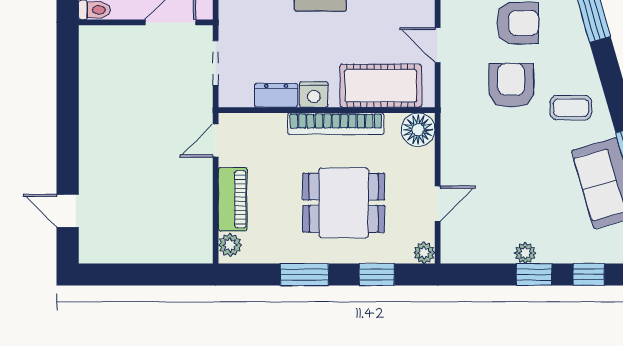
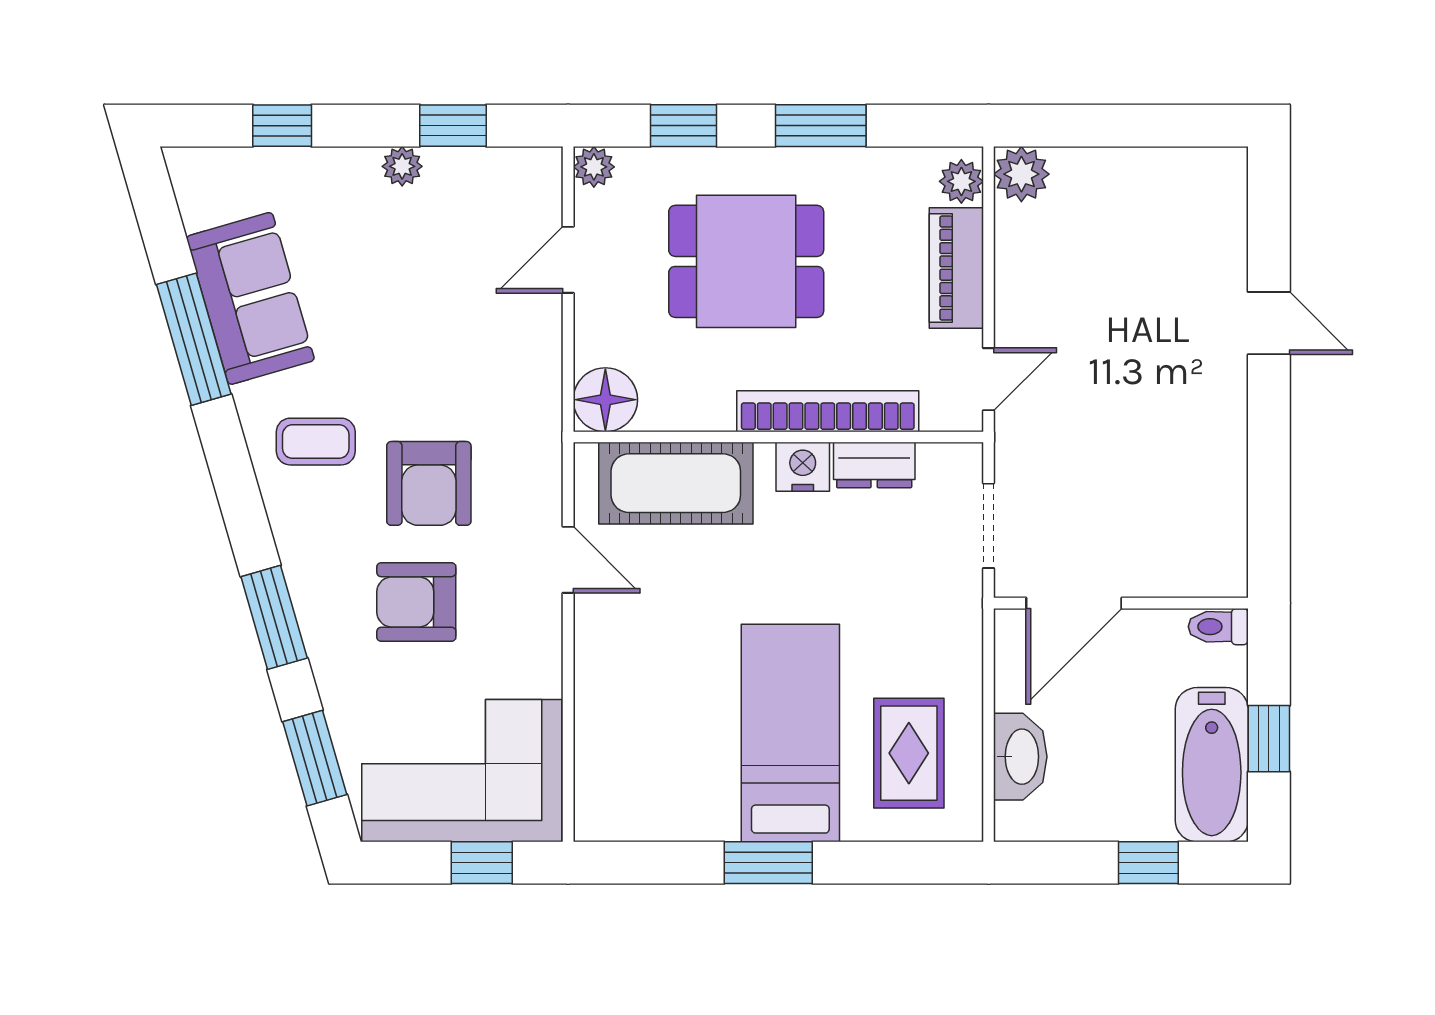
bookcase: (336, 124) -> (828, 411), moved
door: (68, 211) -> (1269, 323), moved
plant: (198, 249) -> (1021, 174), added
window: (534, 274) -> (453, 126), moved

